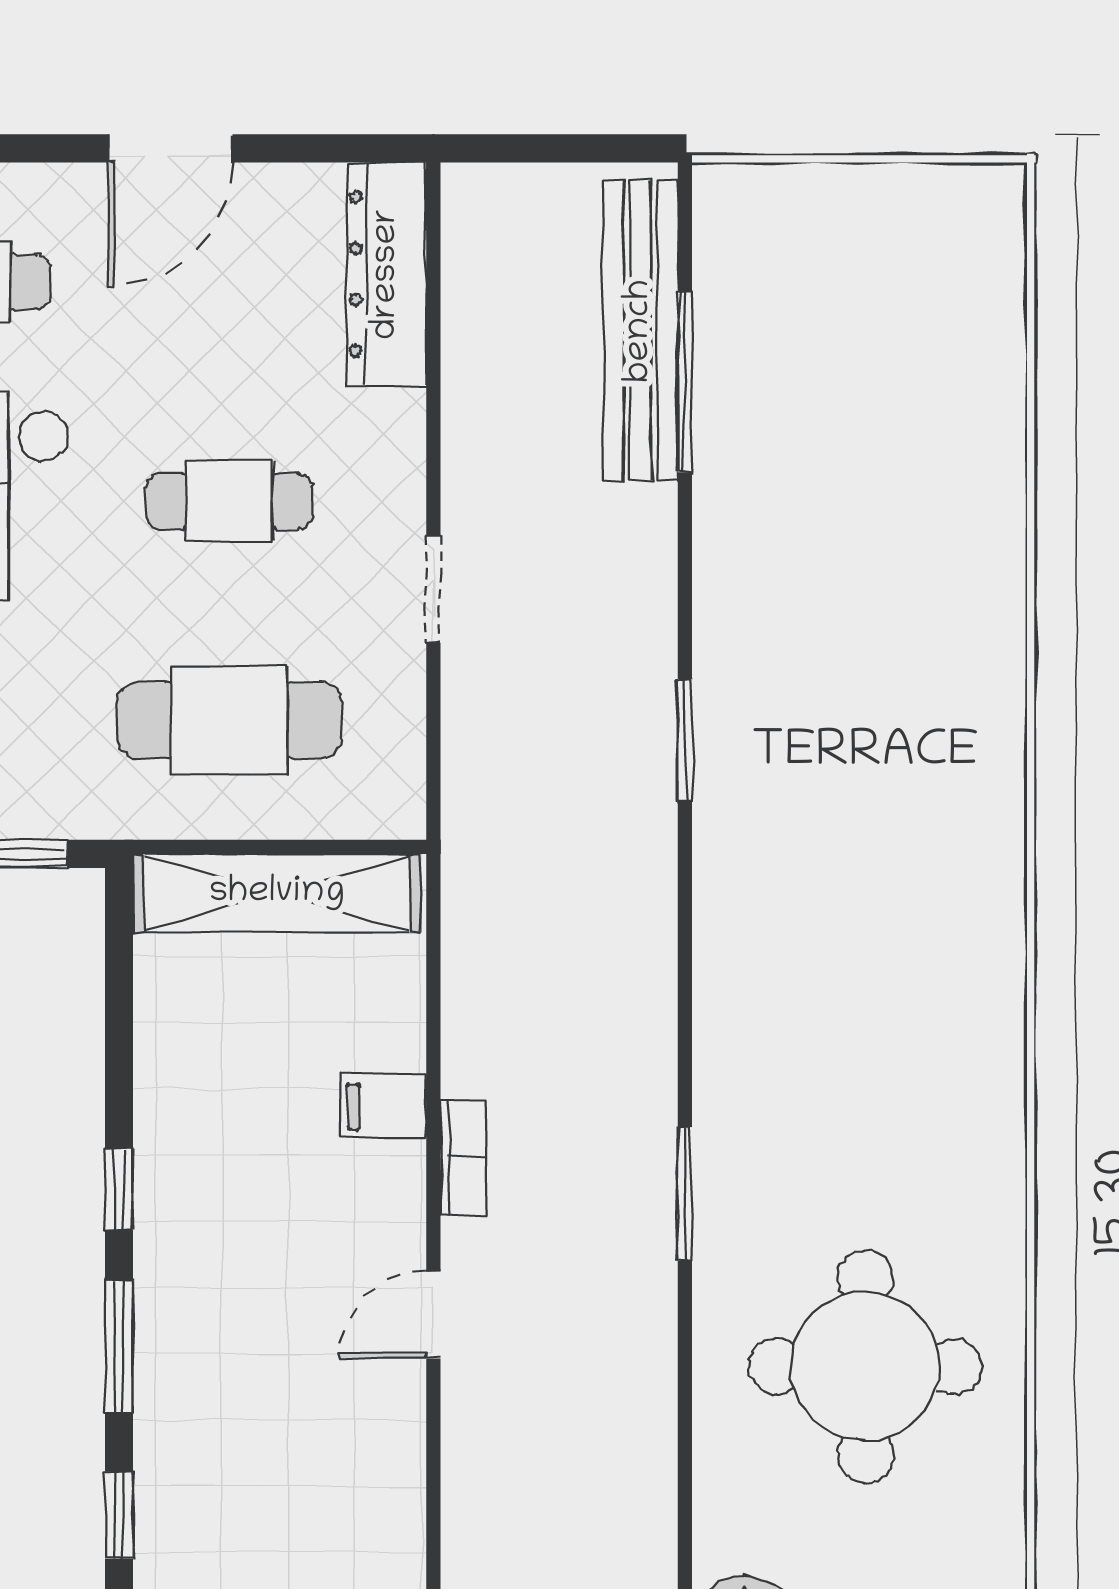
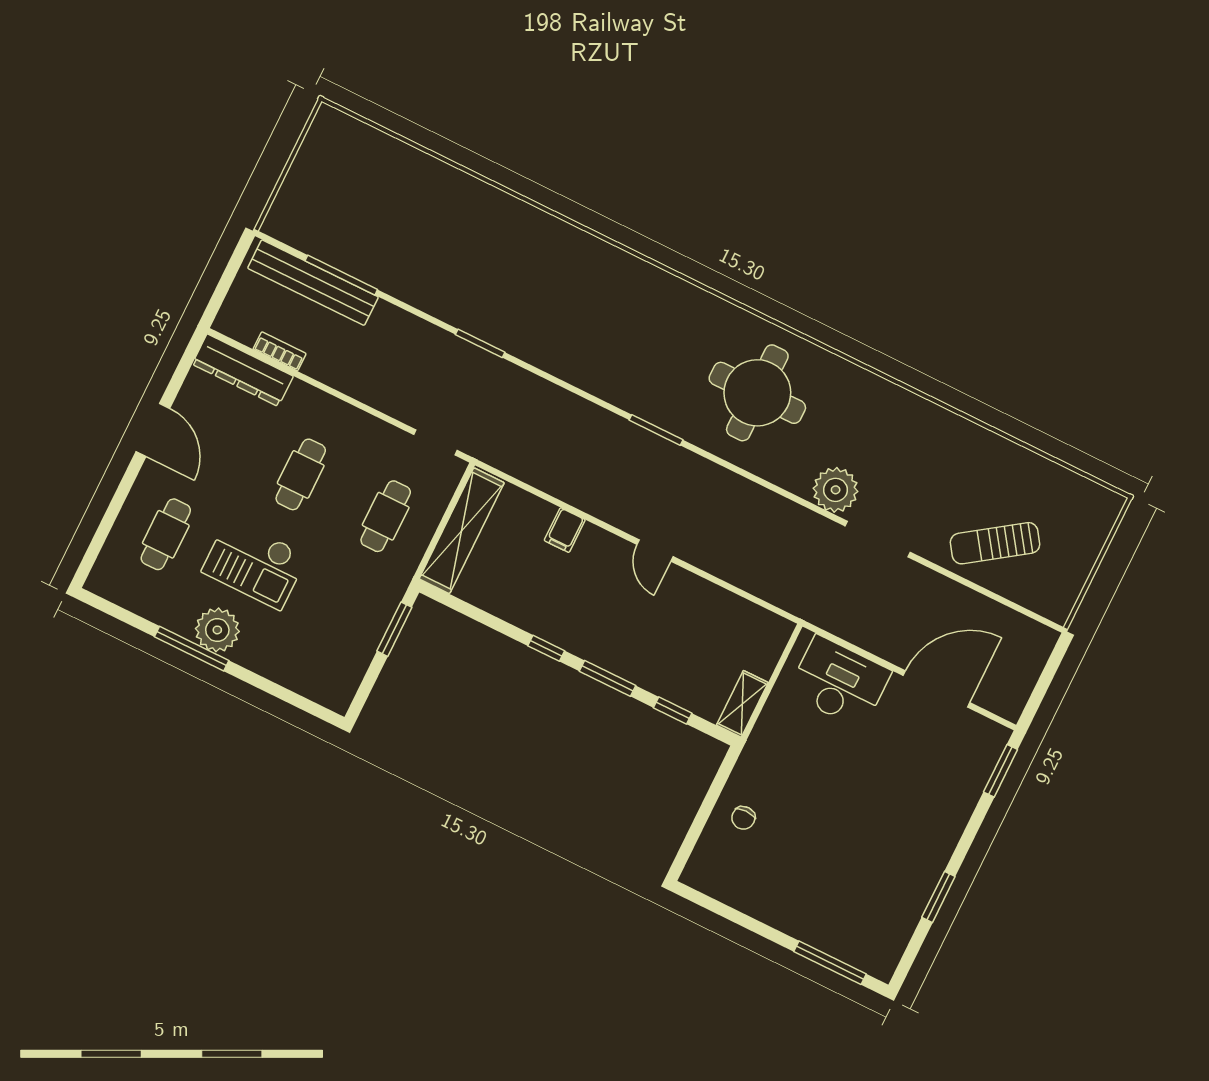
doorway: (433, 589) -> (435, 442), moved
cafe table: (229, 720) -> (386, 516), width x0.73, depth x0.74
bookcase: (463, 1157) -> (280, 351), moved

